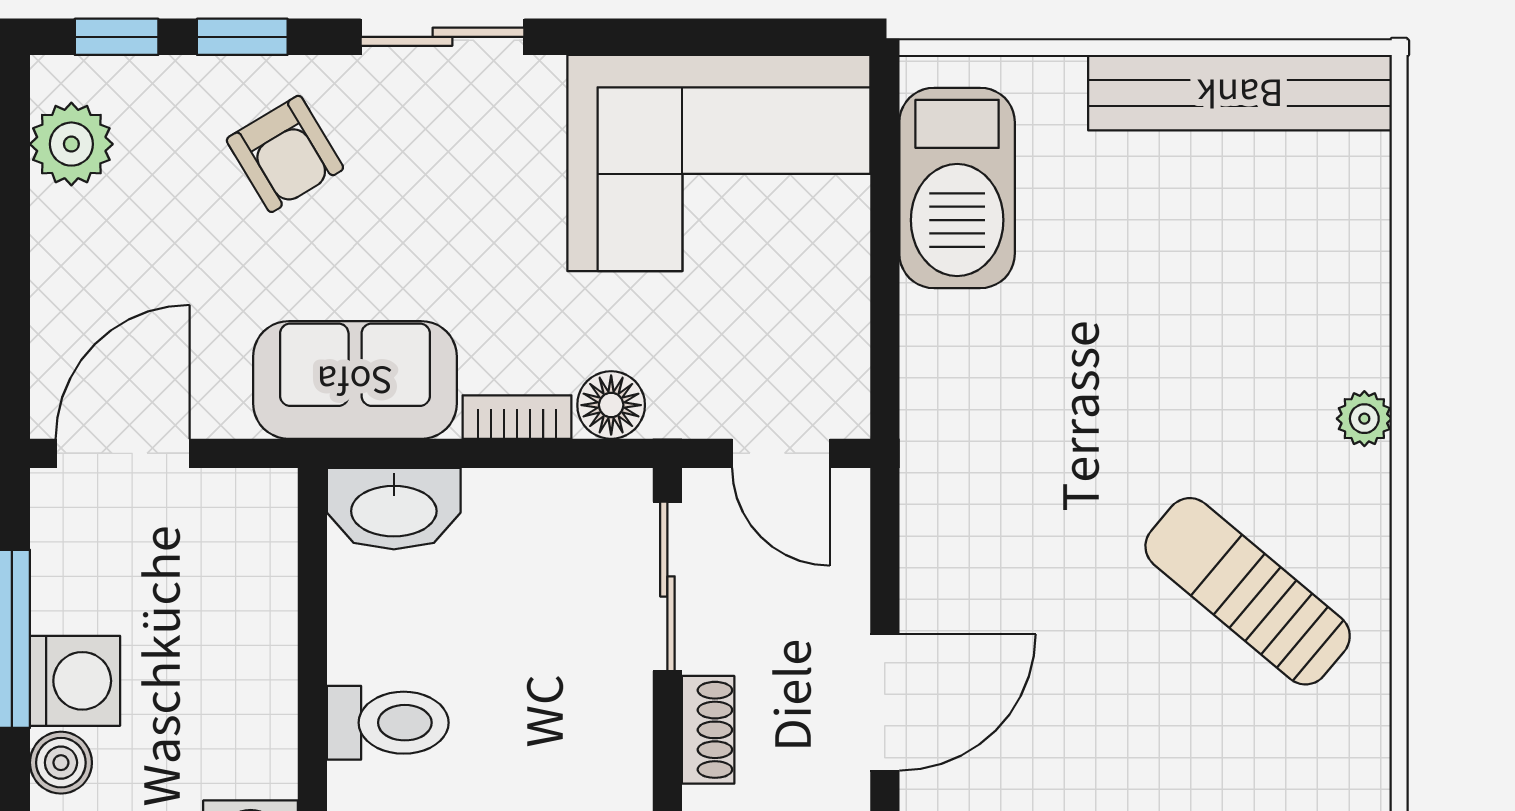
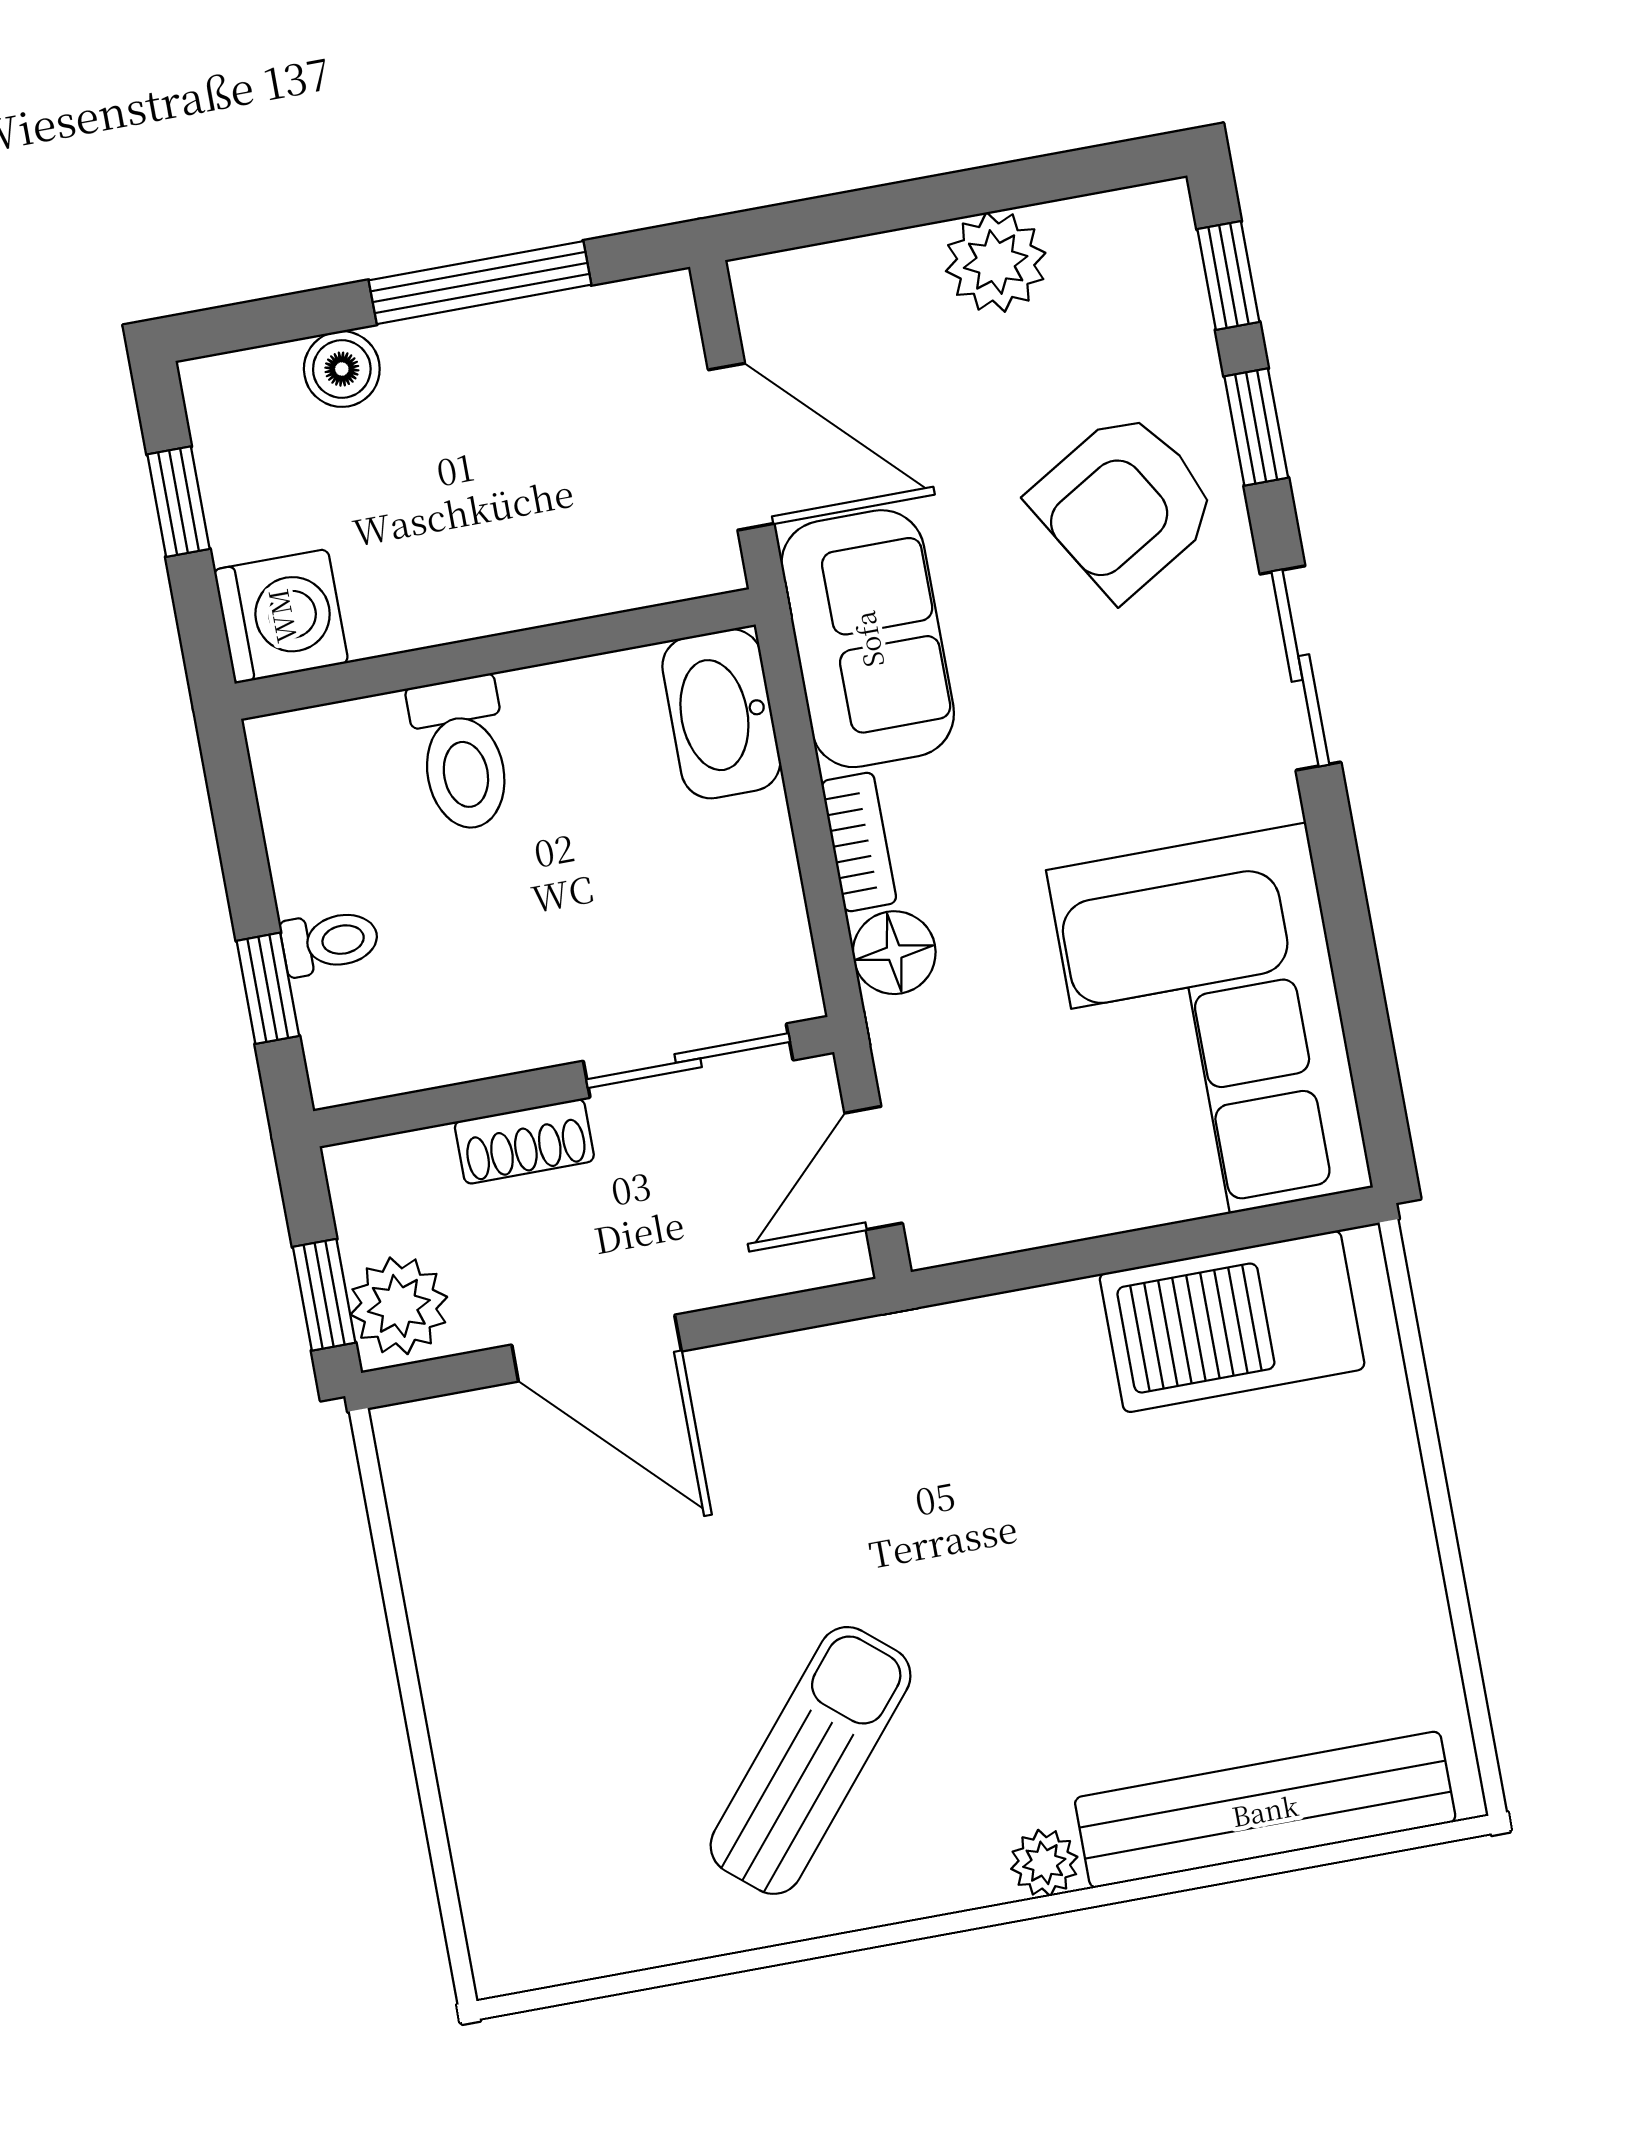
bench: (1240, 93) -> (1265, 1810), moved, turned 90
plant: (71, 144) -> (996, 262), moved
armchair: (285, 154) -> (1125, 504), width x1.38, depth x1.38
door: (123, 453) -> (741, 447), moved
washing machine: (75, 681) -> (443, 368), removed

